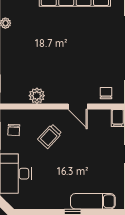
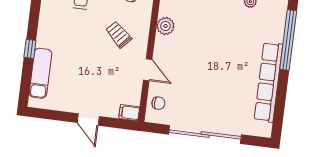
door: (78, 107) -> (148, 70), swing flipped

